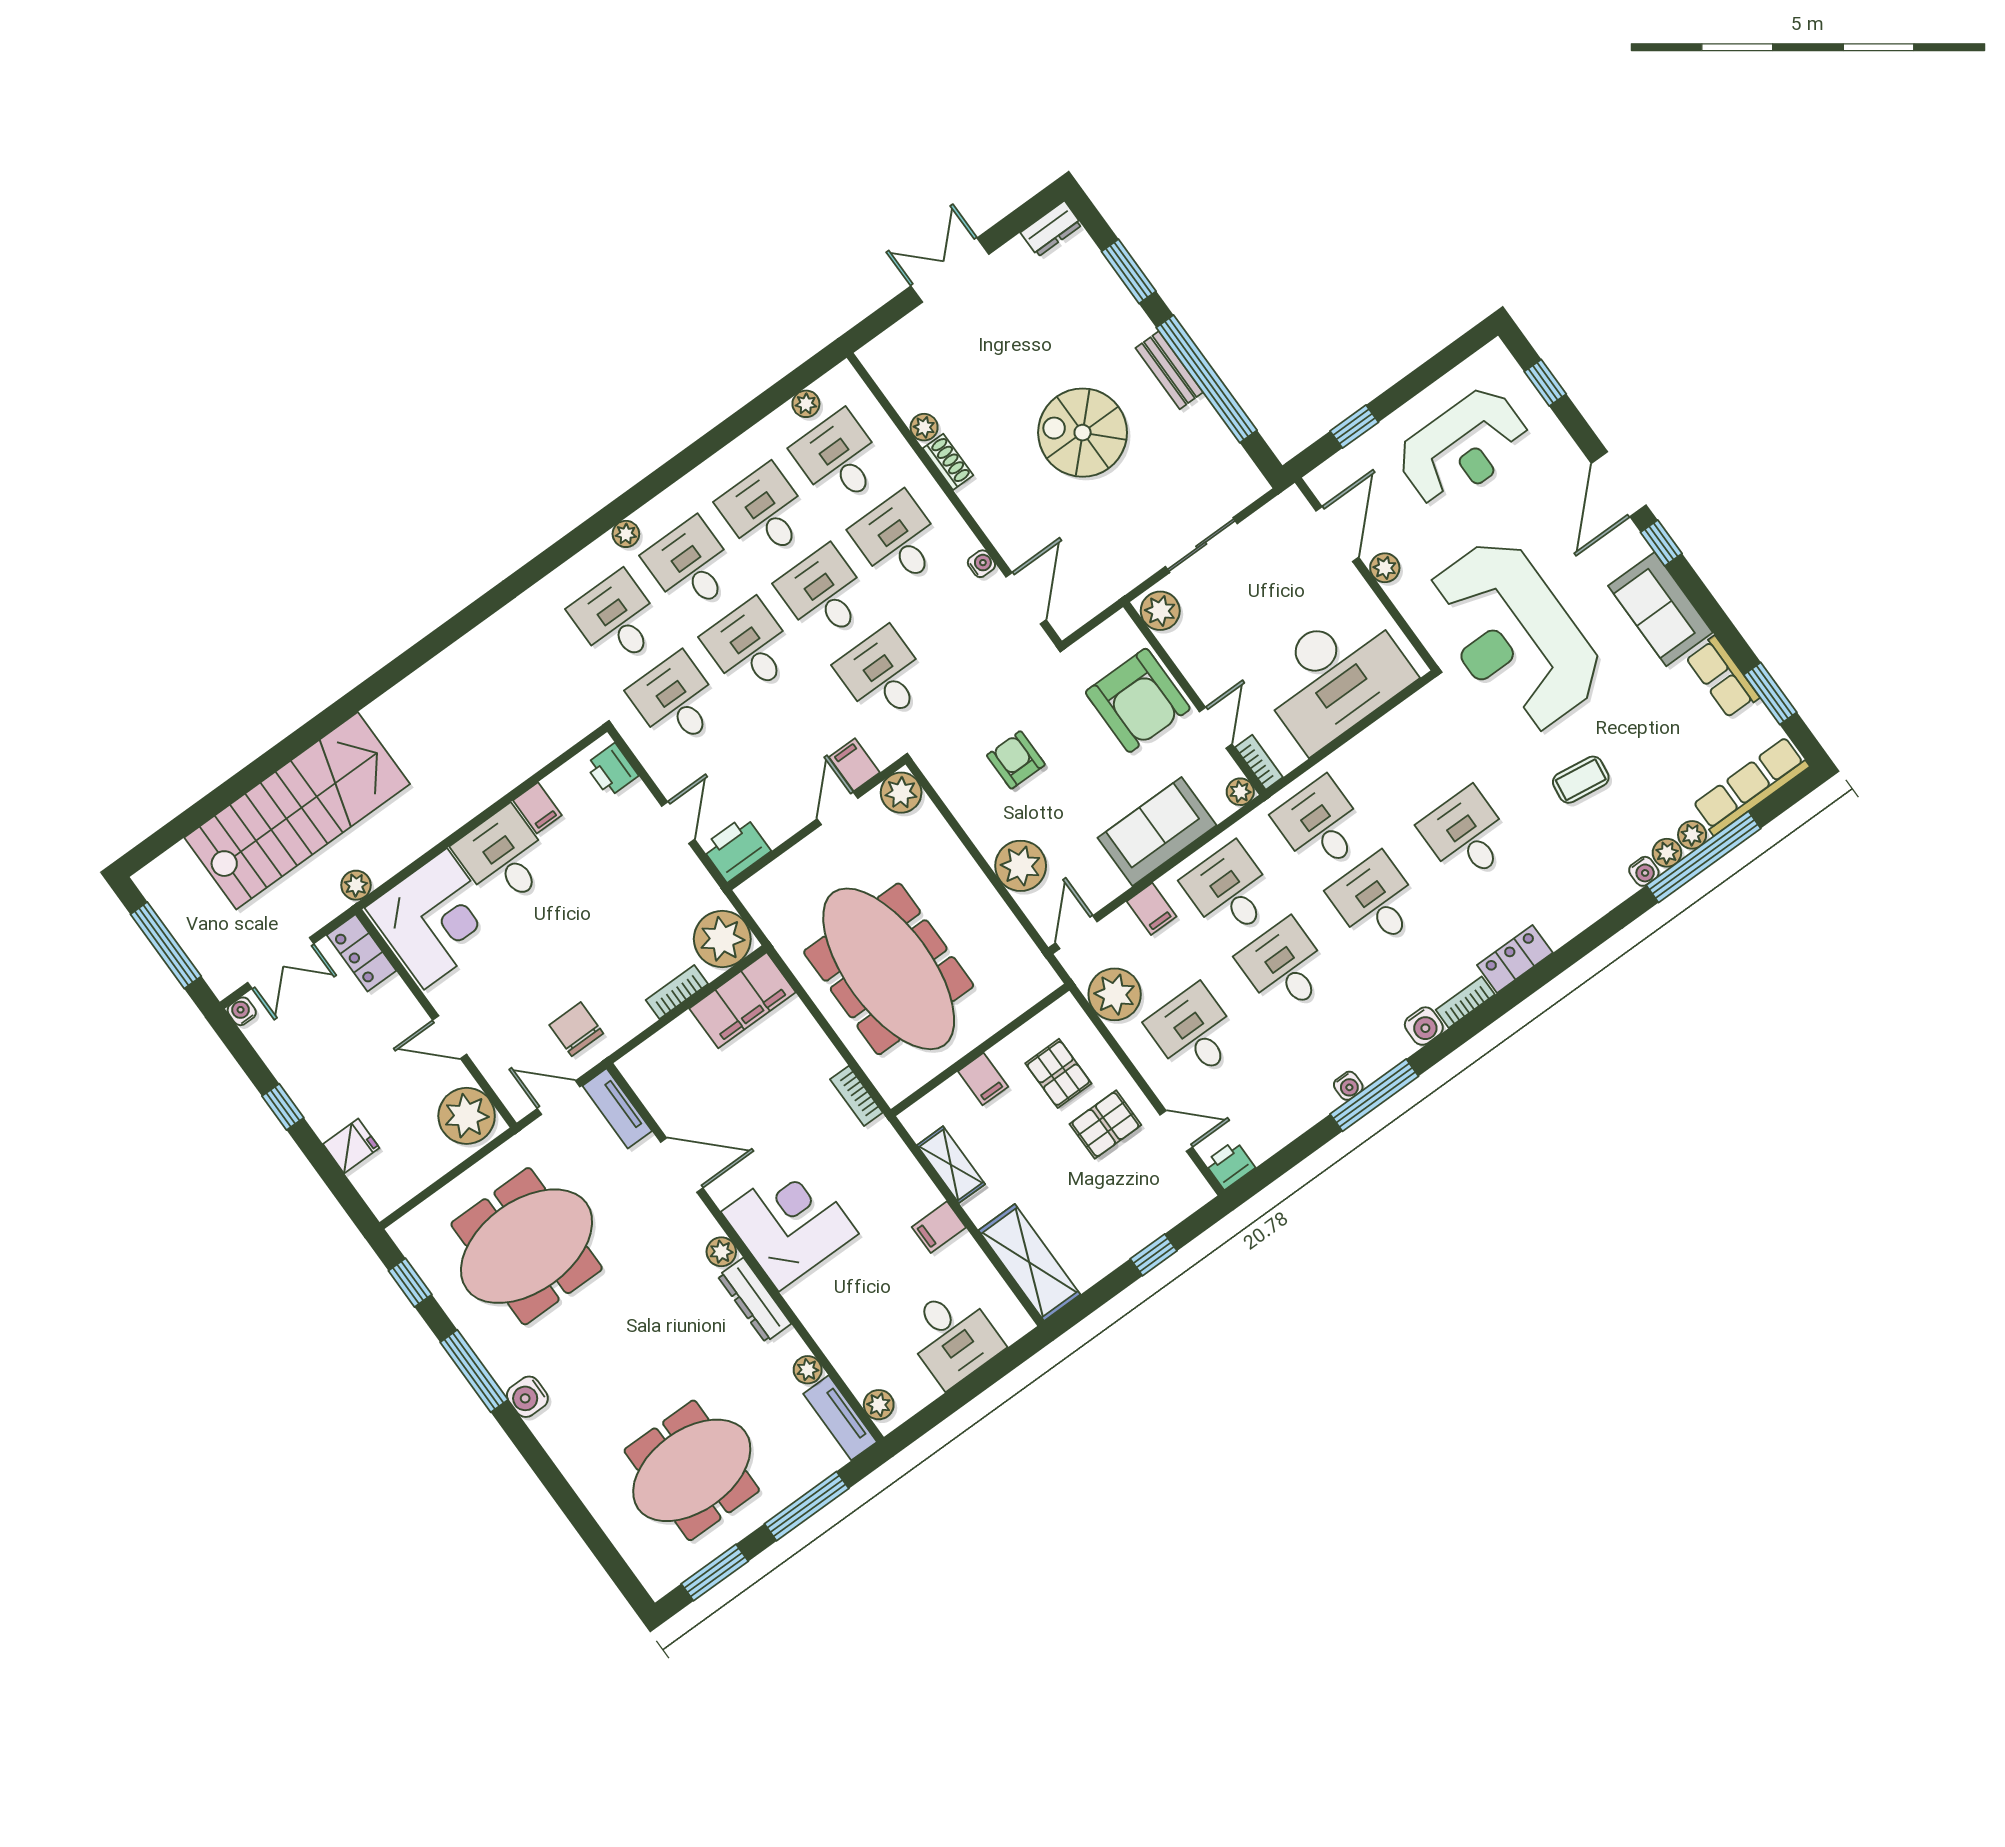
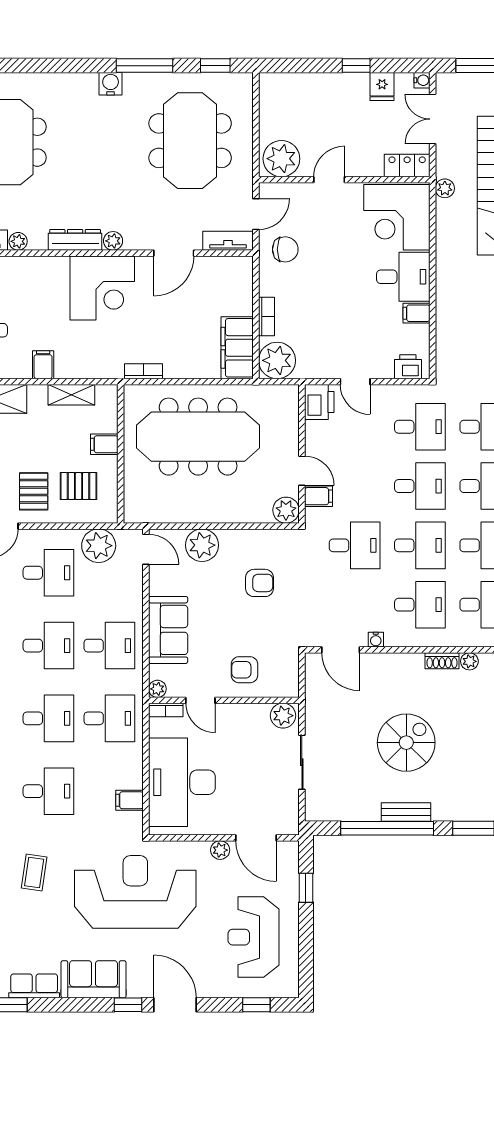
armchair: (1138, 700) -> (244, 670), width x0.53, depth x0.53
filing cabinet: (1152, 909) -> (130, 800), moved
fridge: (351, 1146) -> (382, 87), moved

